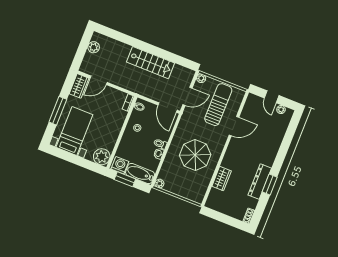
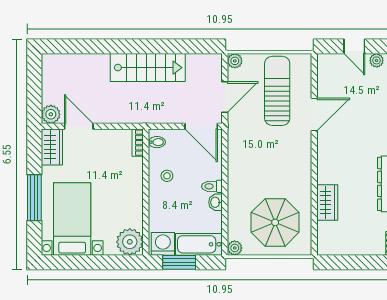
plant: (94, 47) -> (51, 114), moved
door: (99, 80) -> (79, 126), swing flipped
parasol: (195, 155) -> (275, 222), moved

